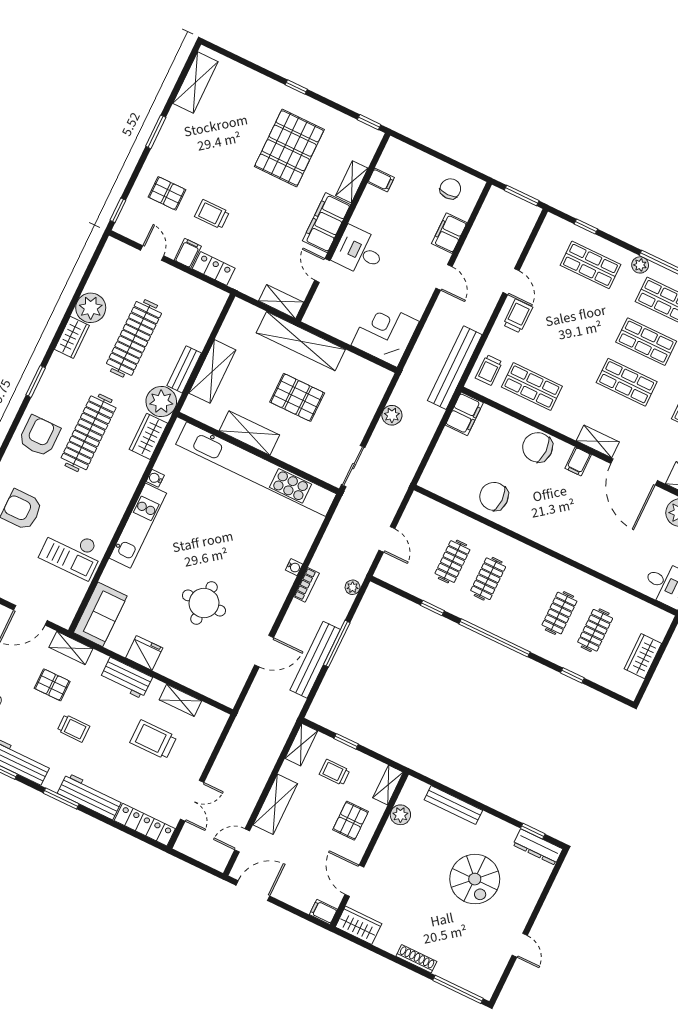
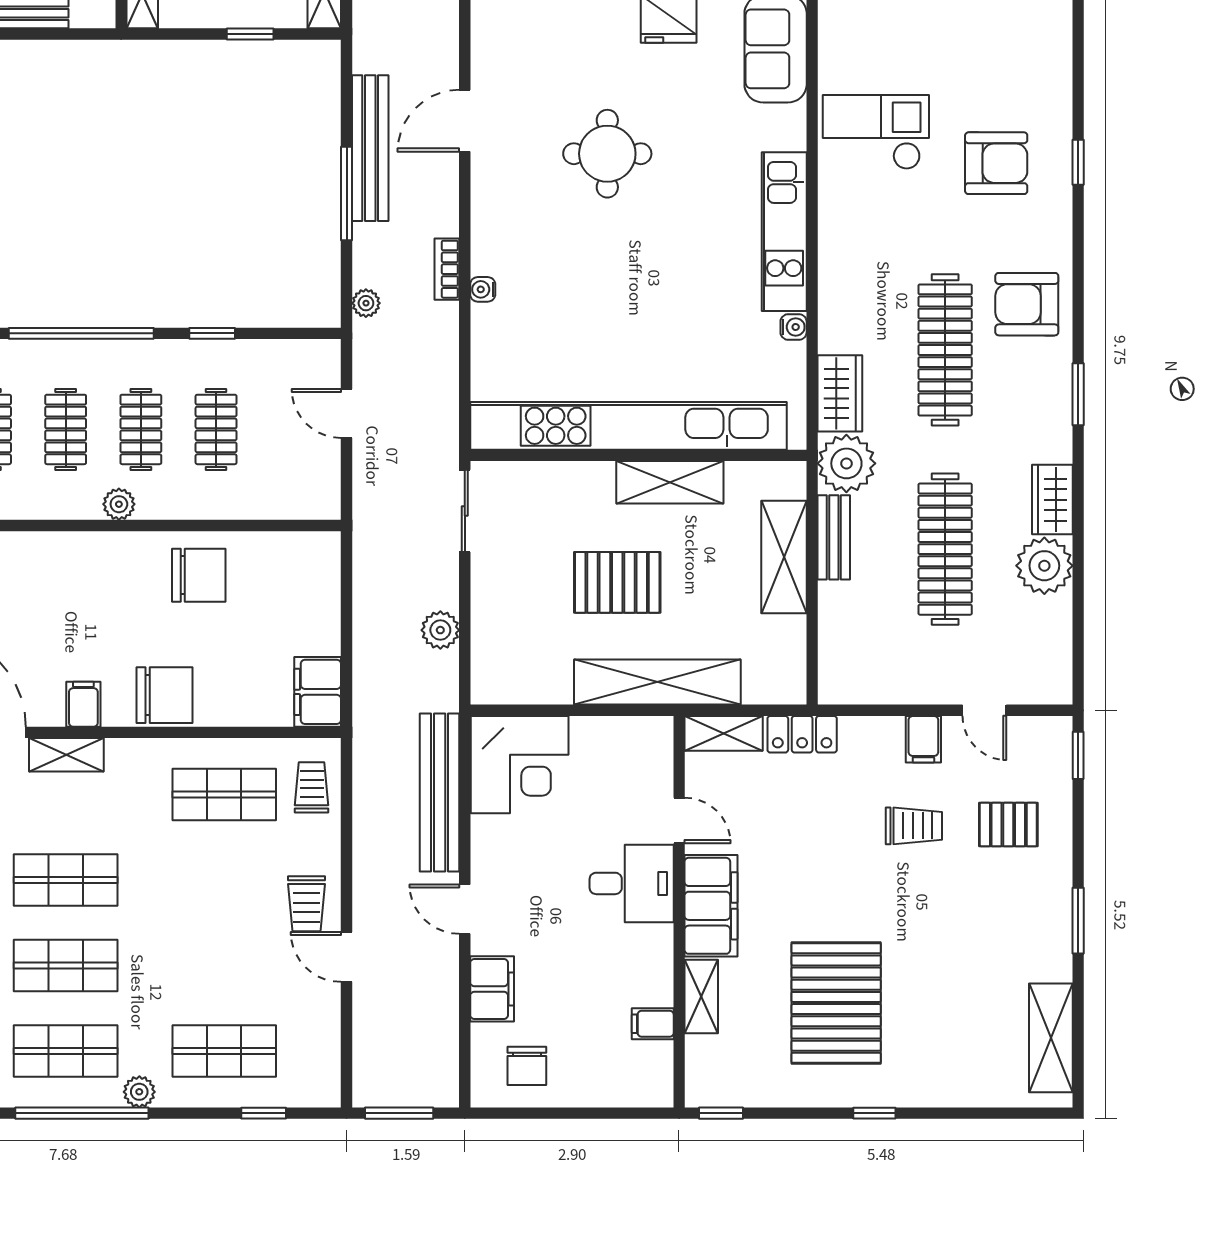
locker: (214, 269) -> (802, 734), moved
bench: (455, 368) -> (440, 792), moved
armchair: (39, 436) -> (1027, 304), turned 90
plant: (516, 548) -> (119, 504), added
clothes rail: (524, 596) -> (66, 429), added

